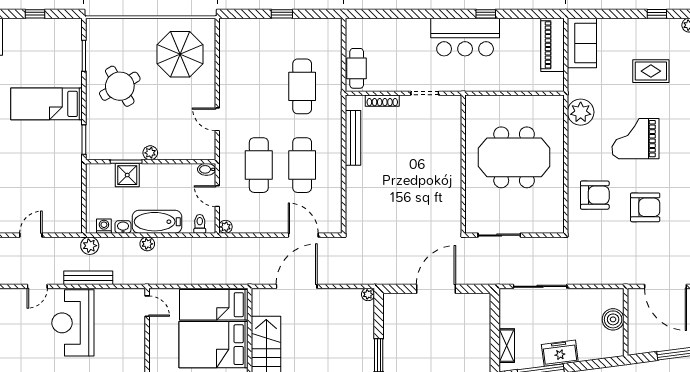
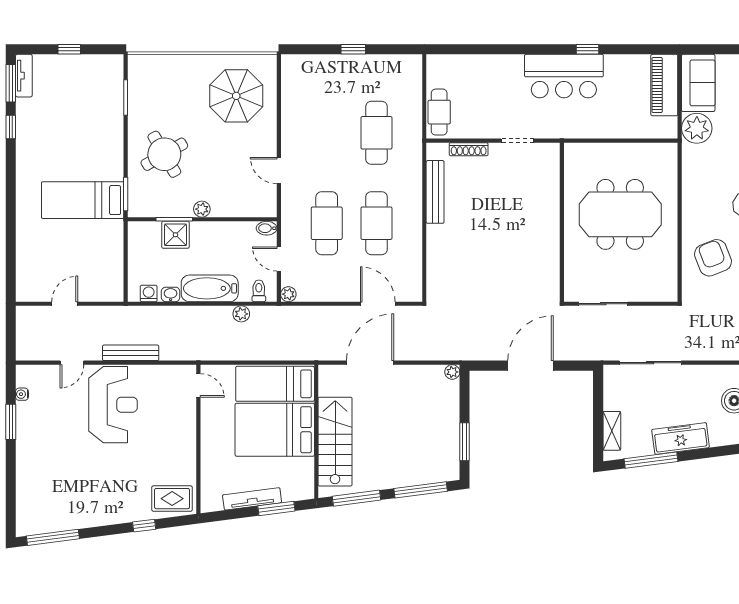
round table: (120, 86) -> (164, 154), moved
bed: (47, 104) -> (83, 200), moved
plant: (581, 112) -> (697, 128), moved
armchair: (595, 195) -> (713, 258), turned -111
plant: (147, 244) -> (241, 314), moved
plant: (90, 246) -> (132, 316), removed
reception desk: (73, 323) -> (113, 405), turned 180
freezer: (560, 353) -> (681, 438), width x1.40

